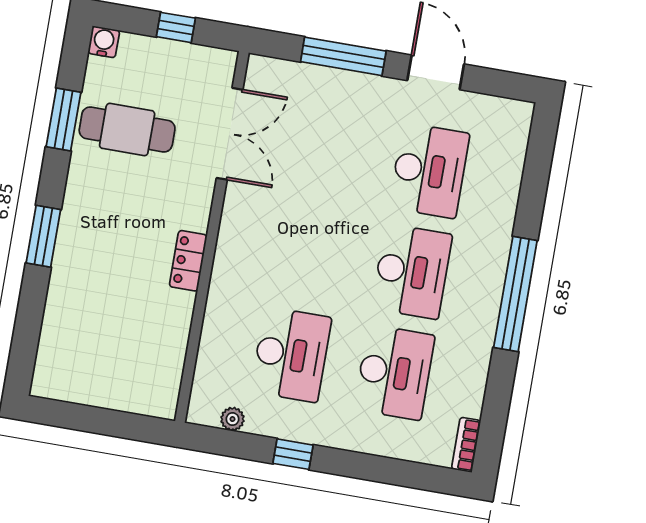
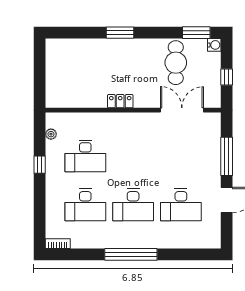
window: (64, 119) -> (196, 33), moved
double door: (230, 134) -> (182, 110), swing flipped

